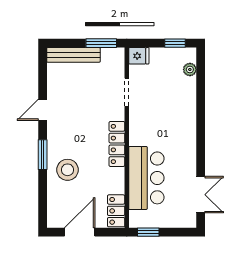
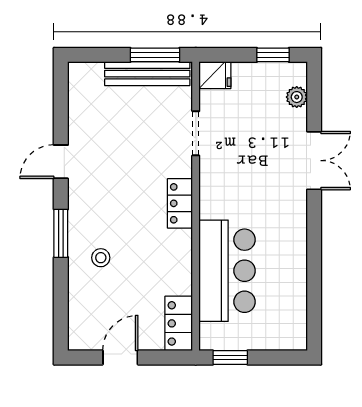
bench: (73, 55) -> (147, 74), moved
locker: (117, 144) -> (180, 203), width x0.66
stool: (68, 170) -> (101, 258), width x0.53, depth x0.53
double door: (201, 195) -> (314, 161), moved
door: (80, 232) -> (120, 357), width x0.73

